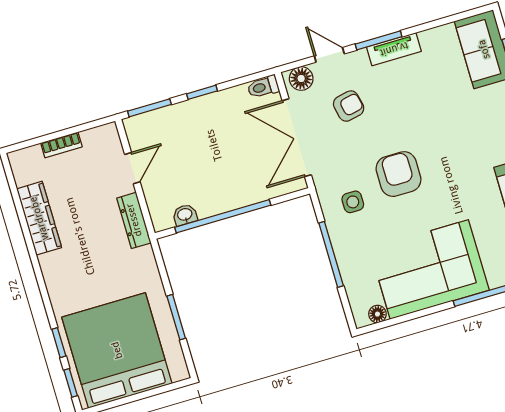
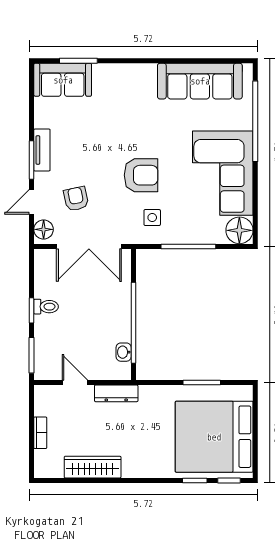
toilet: (263, 87) -> (46, 307), moved, turned -90
armchair: (399, 174) -> (141, 175), turned 180
floor lamp: (377, 314) -> (239, 230), width x1.89, depth x1.89

